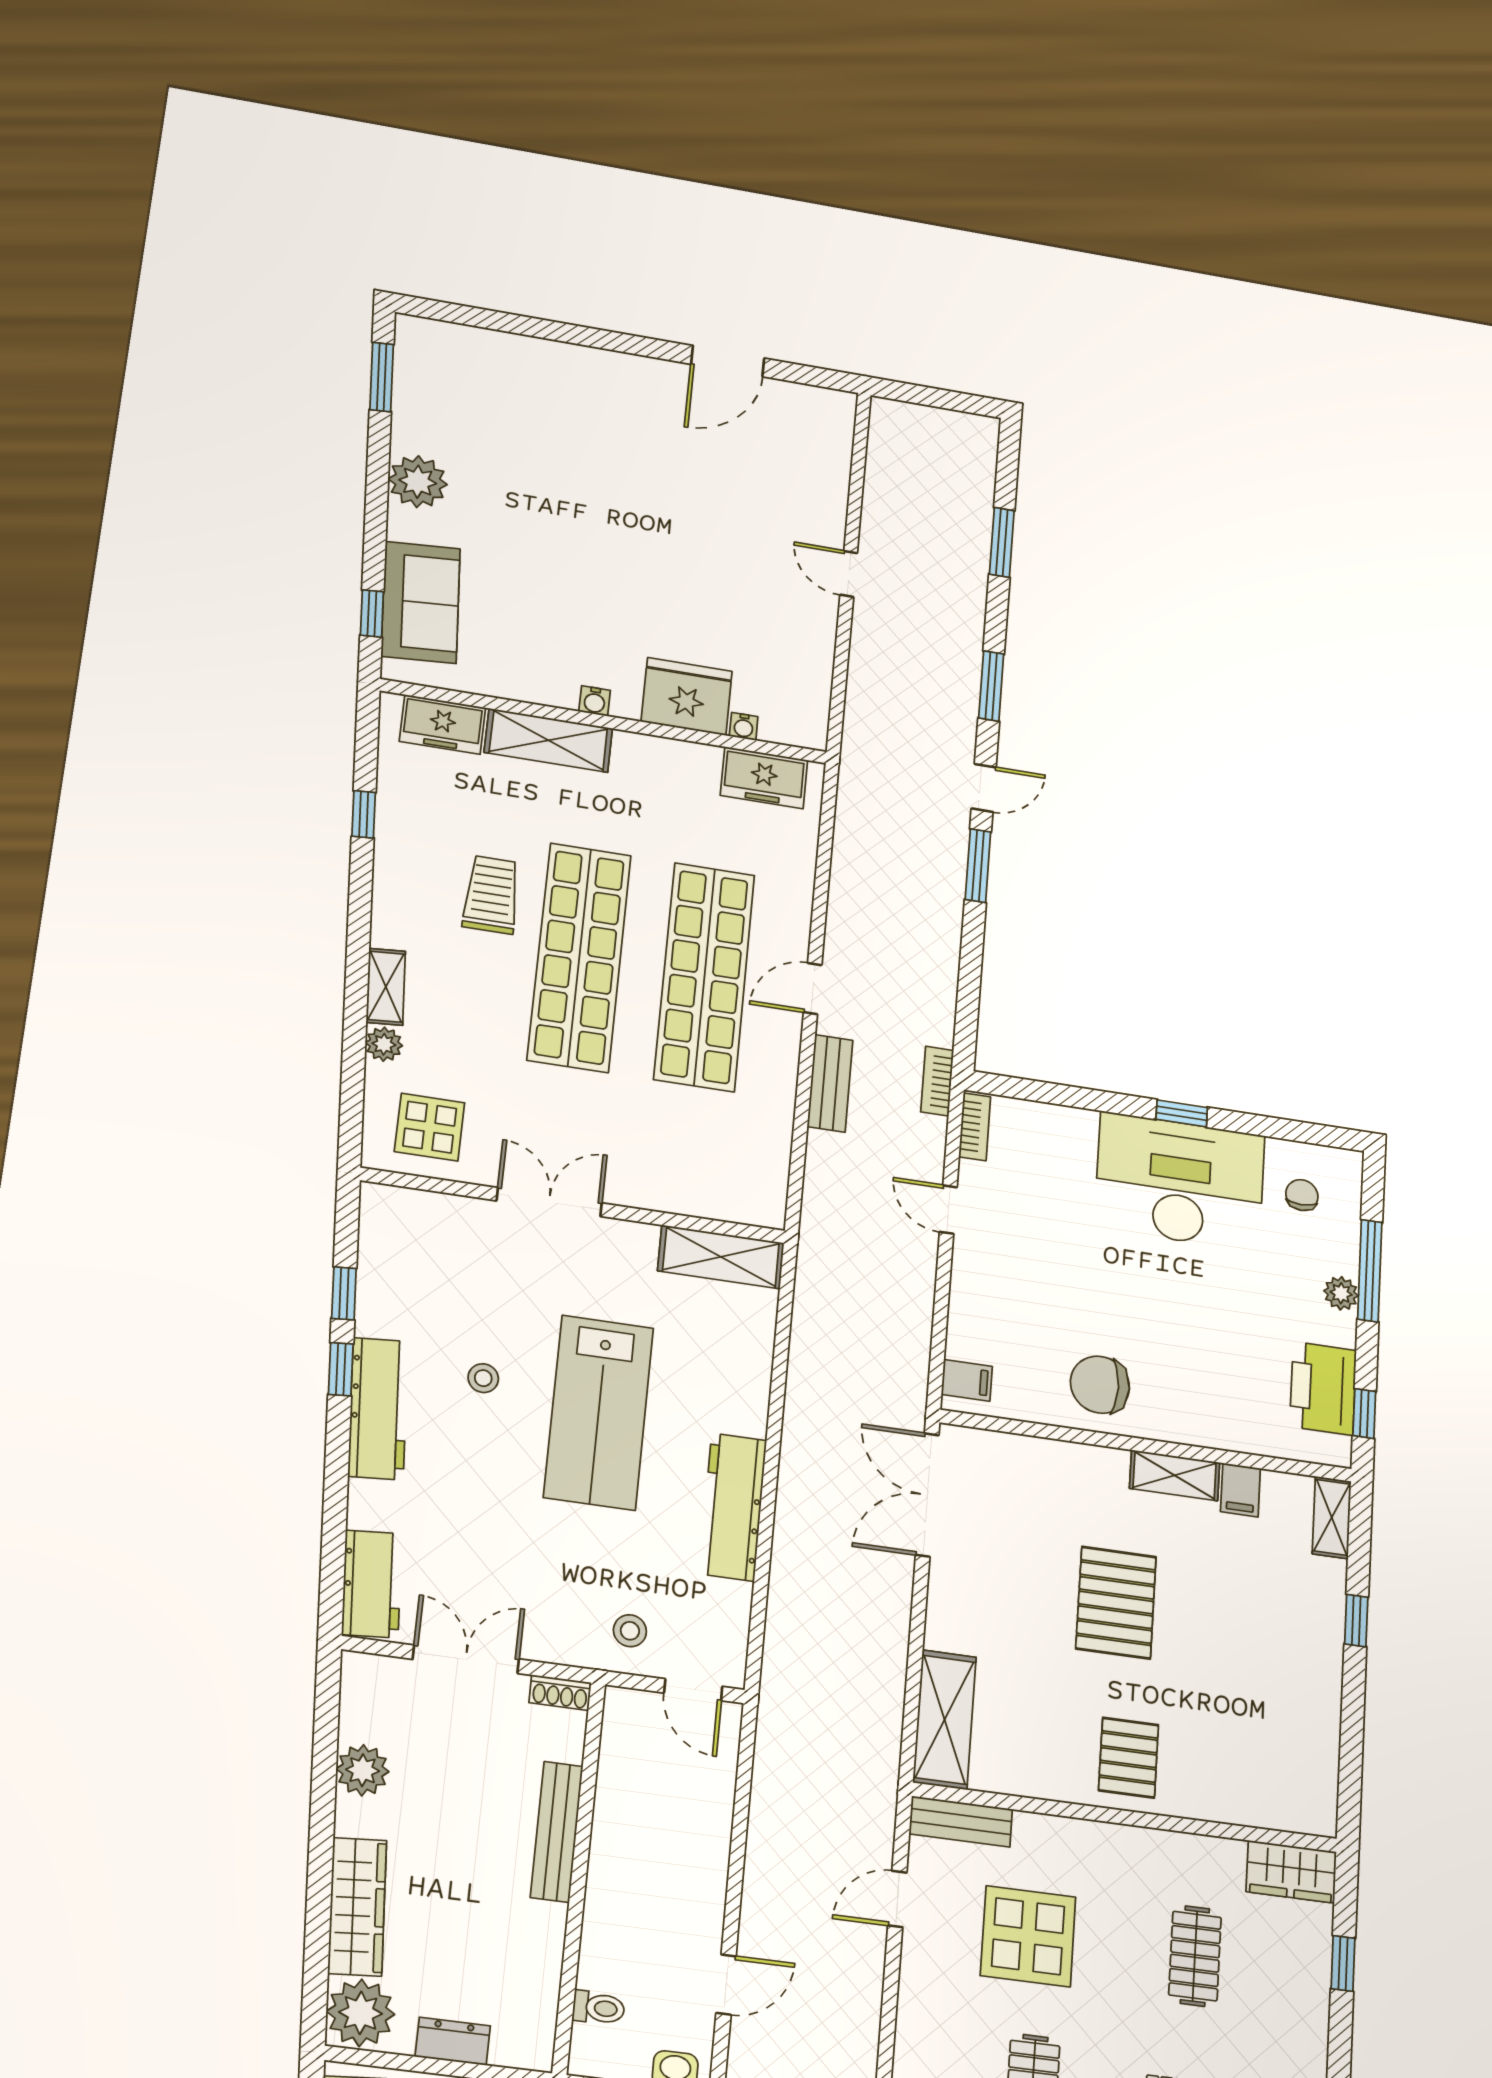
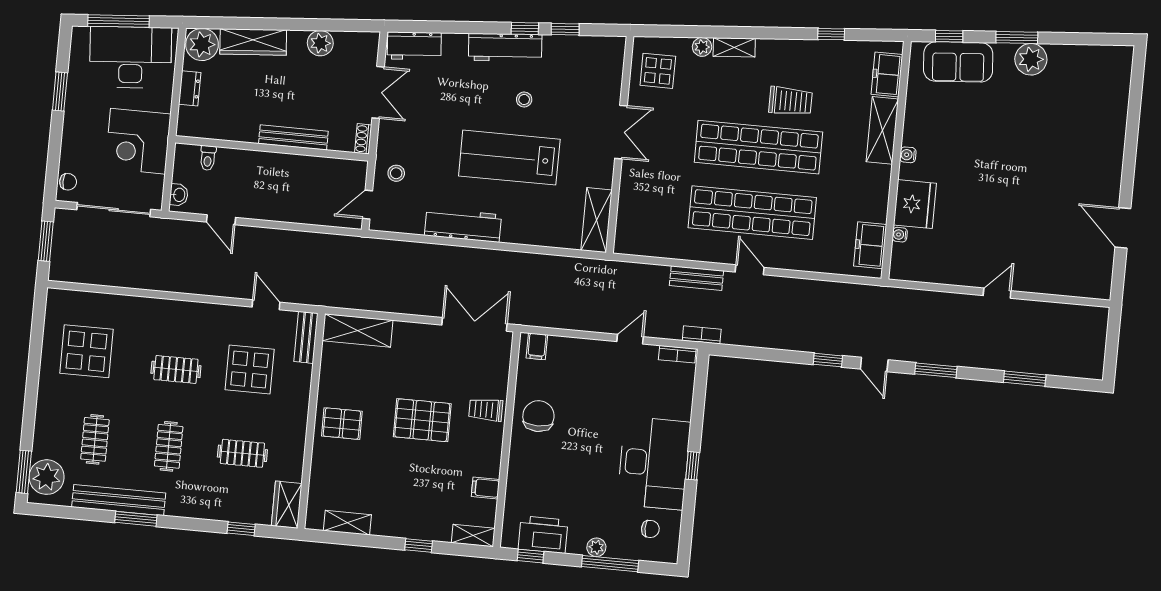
window: (382, 377) -> (1017, 38), moved
window: (978, 866) -> (828, 360), width x0.67
shelving: (1175, 1475) -> (347, 523), moved, turned 90
trolley: (1091, 1482) -> (486, 410), added

